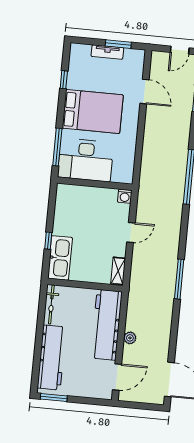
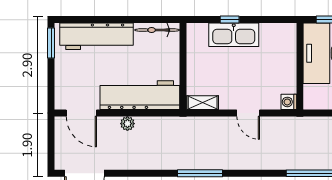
kitchen sink: (60, 258) -> (234, 35), moved

